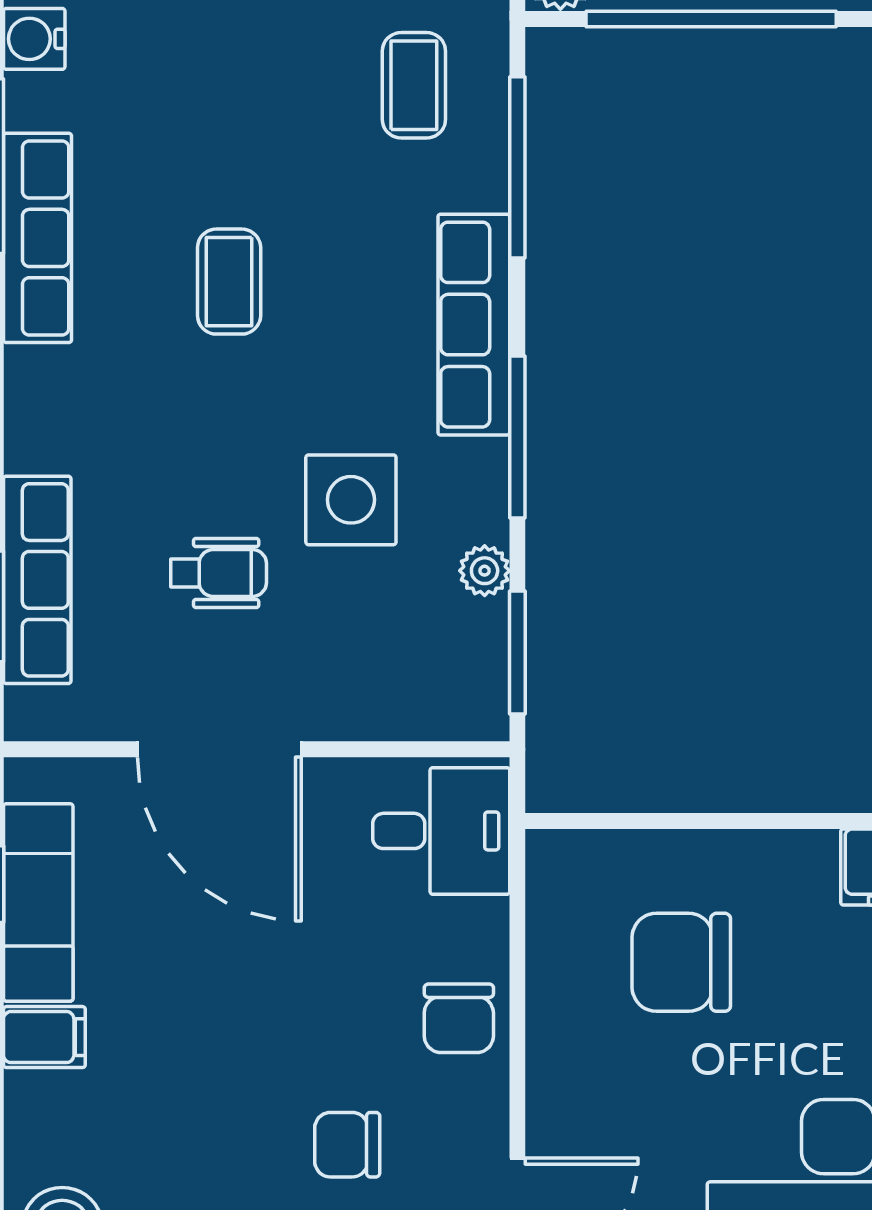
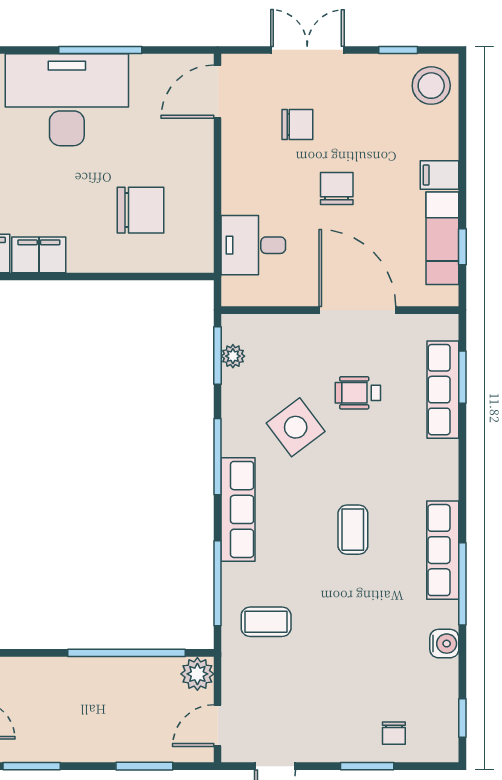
coffee table: (414, 85) -> (266, 622), turned 90
side table: (351, 500) -> (296, 427), turned -37
plant: (485, 571) -> (233, 356), moved
desk: (441, 831) -> (253, 245), moved
chair: (459, 1018) -> (337, 189), moved

